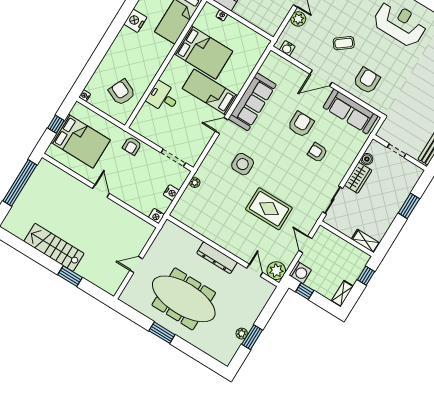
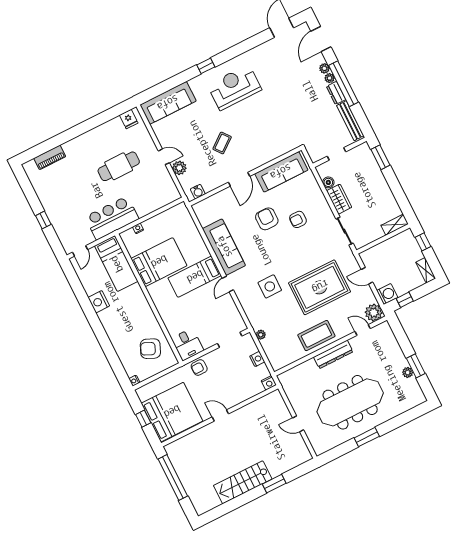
armchair: (367, 81) -> (264, 143), removed
desk: (163, 97) -> (188, 344), moved, turned -90
bed: (81, 141) -> (172, 412), width x1.36
armchair: (132, 146) -> (199, 367), turned 90
window: (409, 206) -> (380, 157), moved
rug: (269, 209) -> (320, 287), width x1.37, depth x1.44
coffee table: (225, 232) -> (316, 336), added
door: (136, 265) -> (298, 424), hinge flipped

